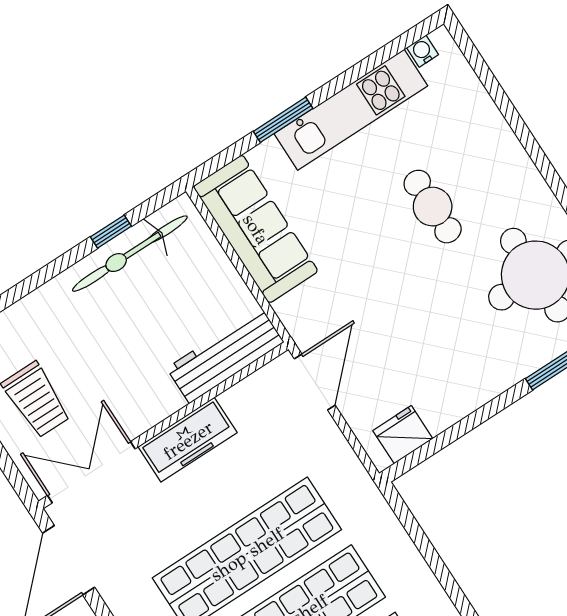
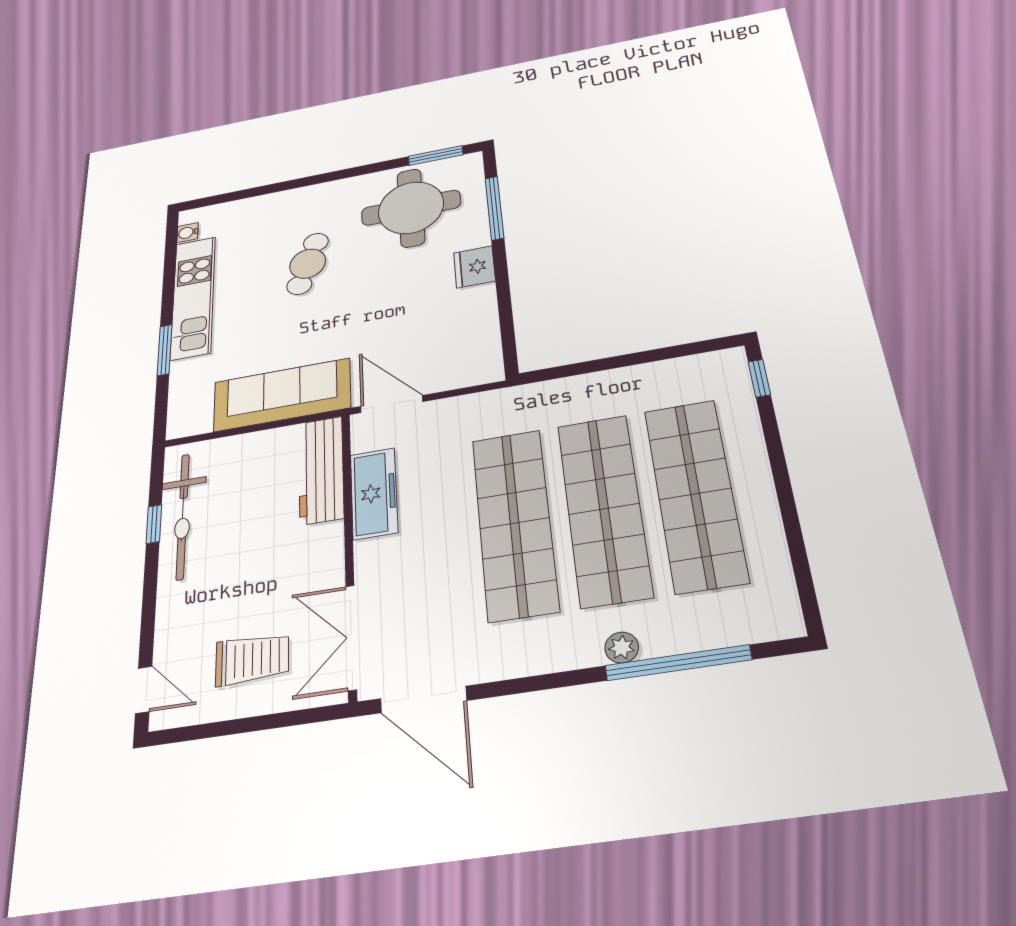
cafe table: (433, 207) -> (308, 264), turned -71
sofa: (256, 229) -> (282, 395), moved
fridge: (403, 435) -> (474, 267), moved
freezer: (188, 440) -> (374, 493), moved

